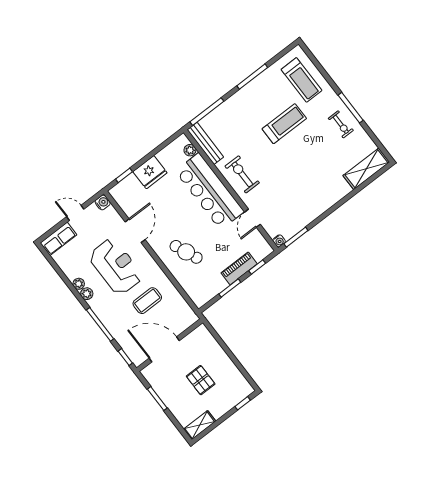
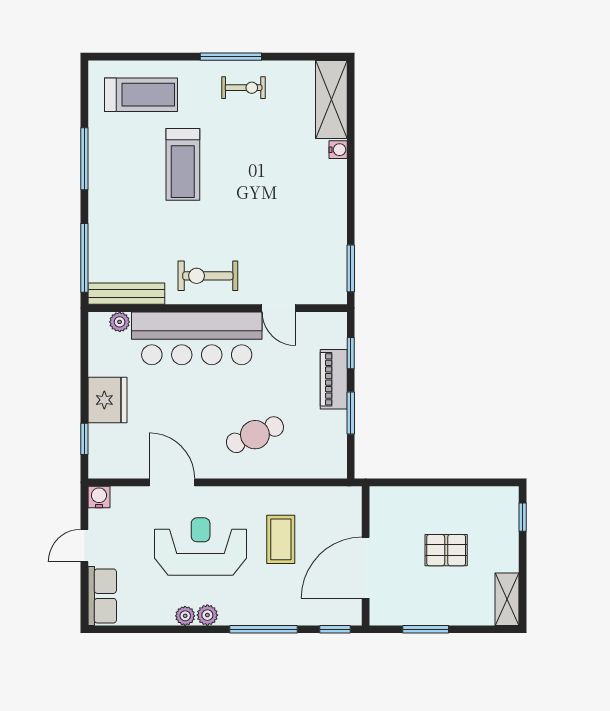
treadmill: (284, 124) -> (183, 164), turned 180
water cooler: (279, 241) -> (338, 150), moved

